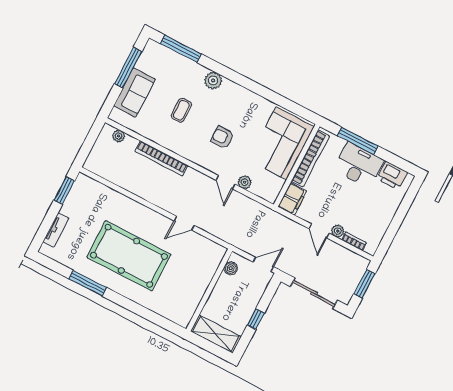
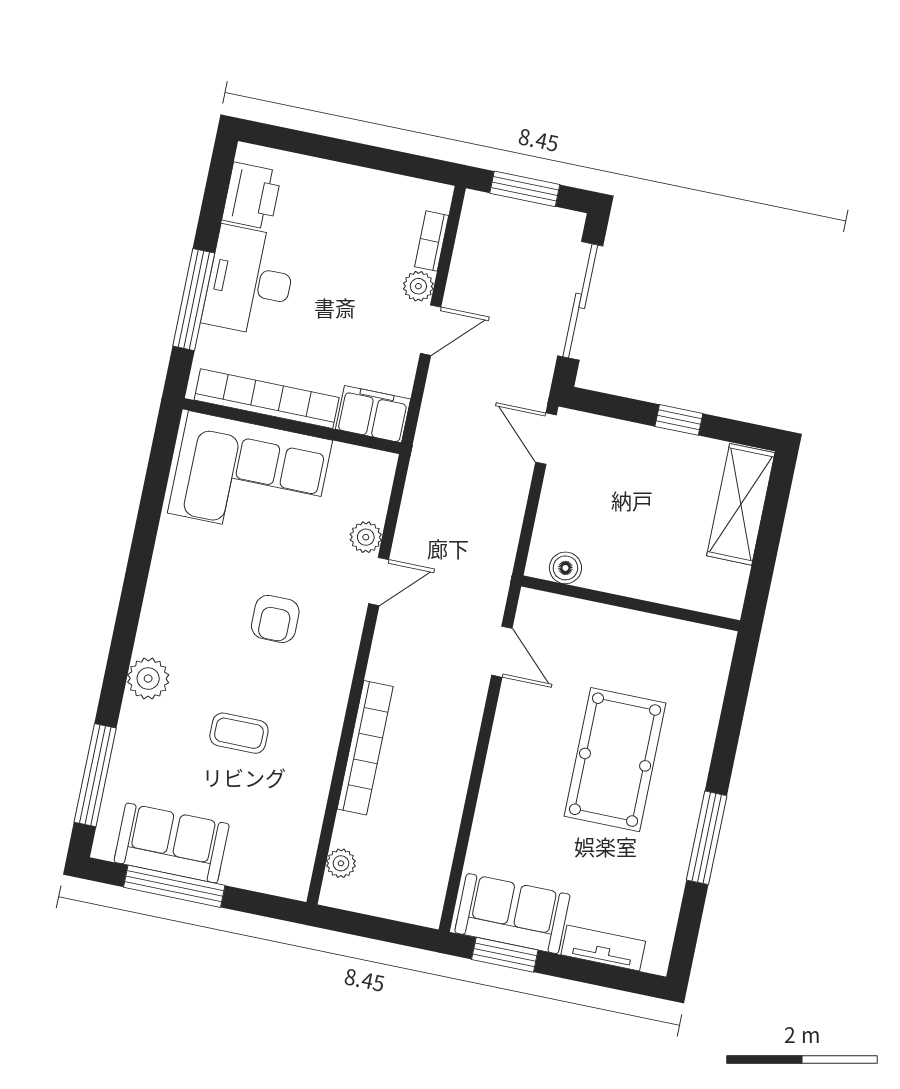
sofa: (134, 92) -> (172, 843), moved
sofa: (80, 198) -> (512, 914), added
pool table: (129, 256) -> (615, 760), width x0.73, depth x0.76
boiler: (231, 268) -> (565, 568), moved
wall: (209, 290) -> (631, 603), moved

